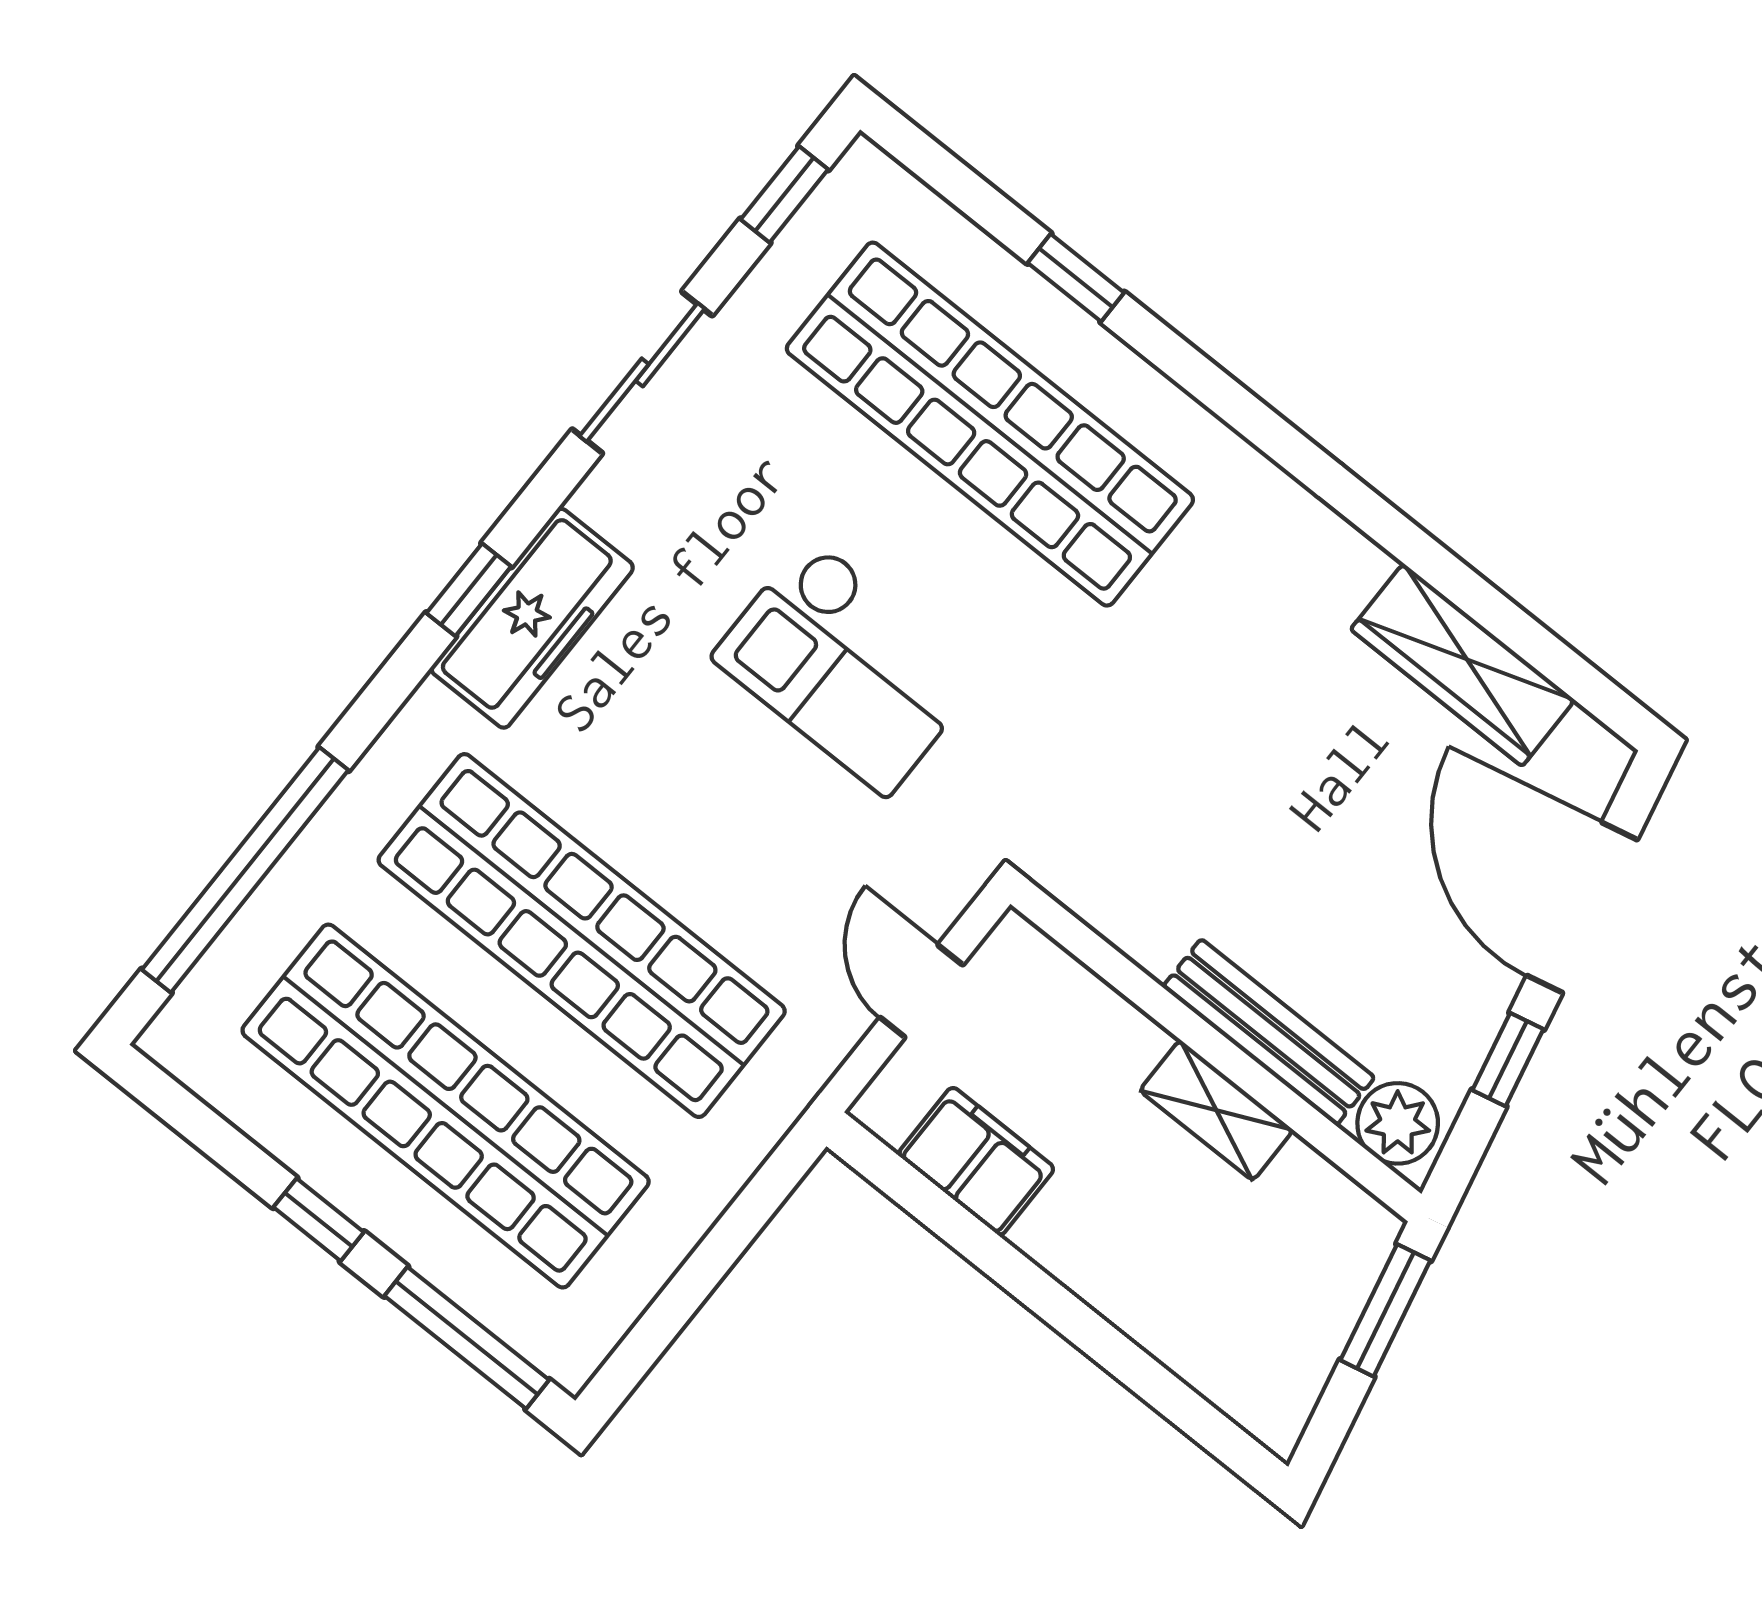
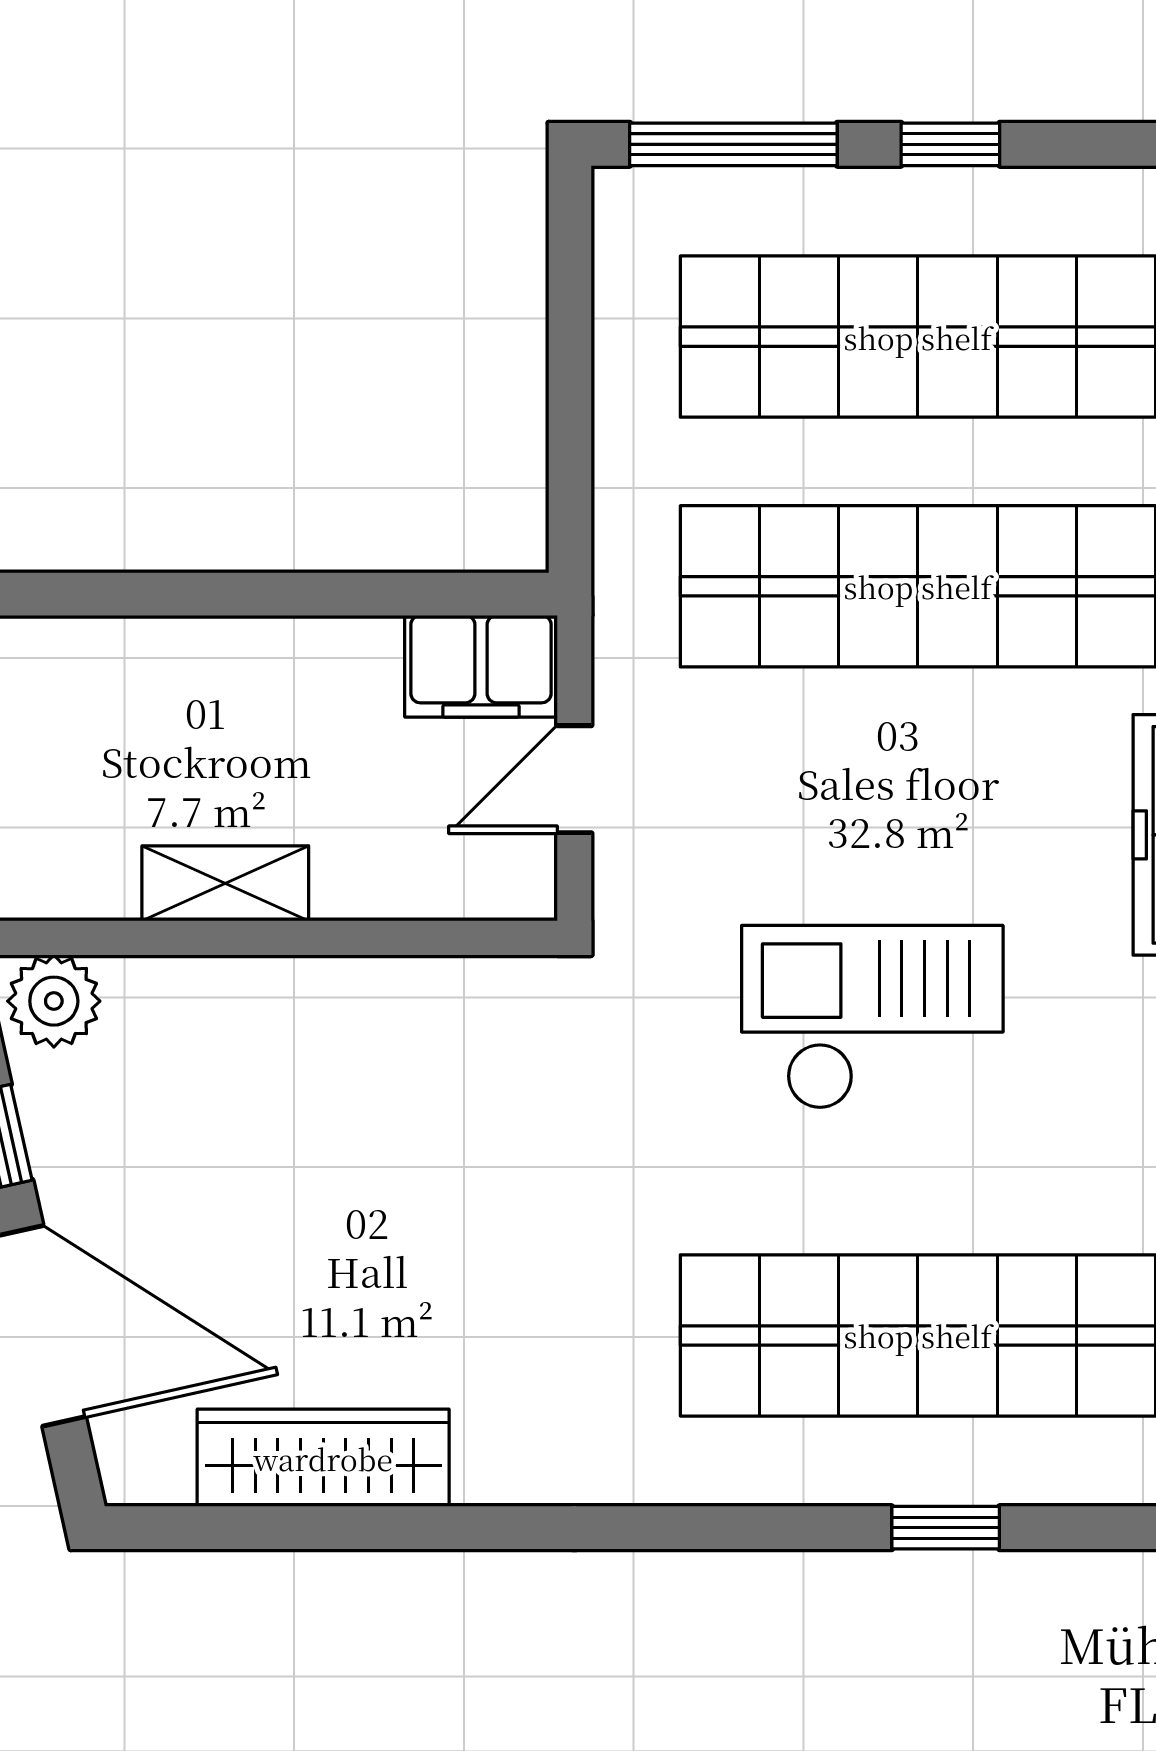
door: (921, 991) -> (574, 779), swing flipped
bench: (1269, 1032) -> (234, 991), removed
filing cabinet: (976, 1161) -> (481, 666), moved

